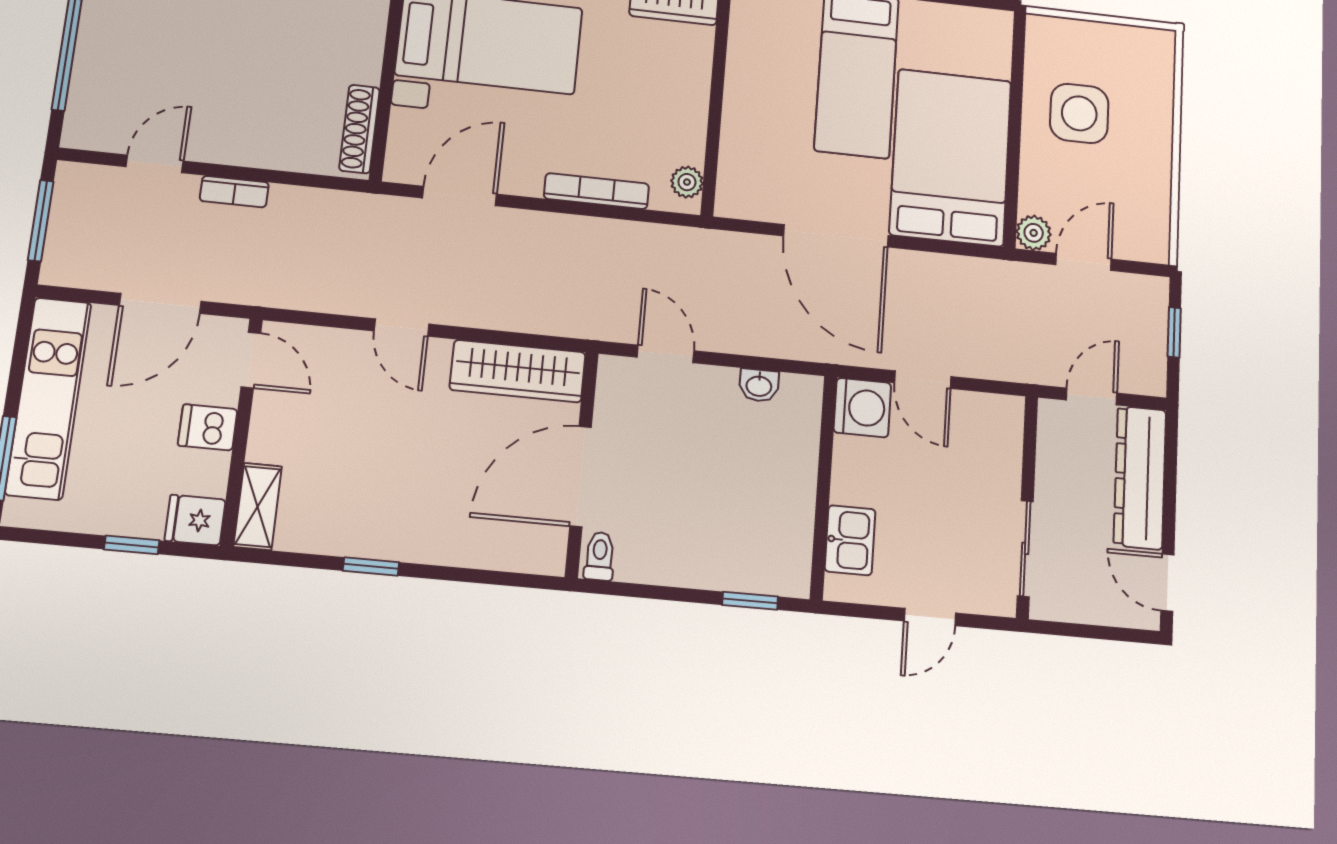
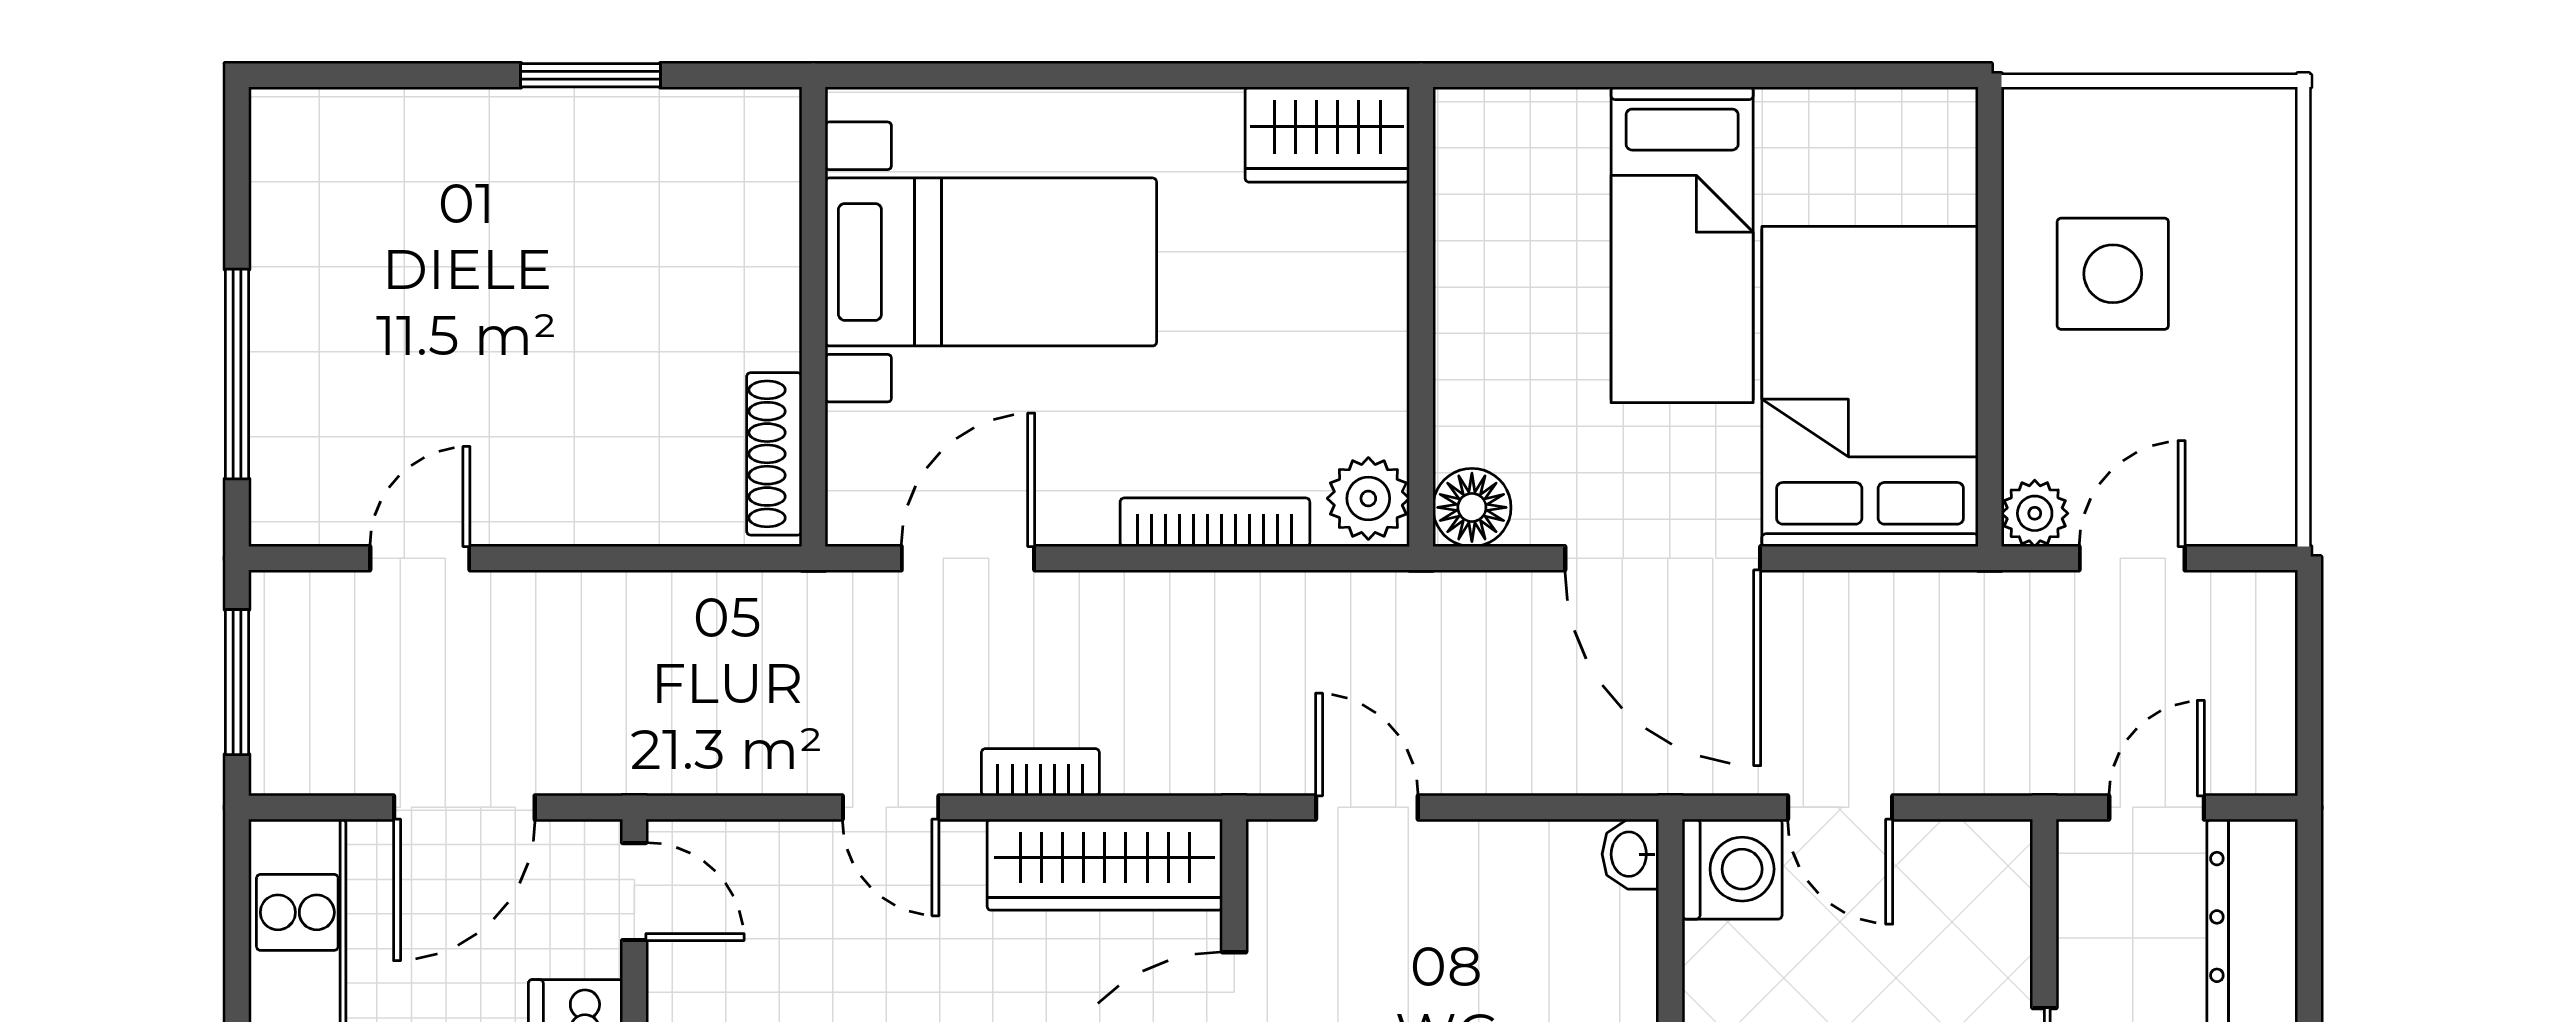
plant: (687, 182) -> (1368, 498), width x1.38, depth x1.38
bookcase: (234, 192) -> (1040, 772), moved, turned 180
floor lamp: (736, 198) -> (1472, 507), added
window: (1174, 332) -> (2309, 673), removed
washbasin: (759, 385) -> (1630, 854), moved, turned 90

